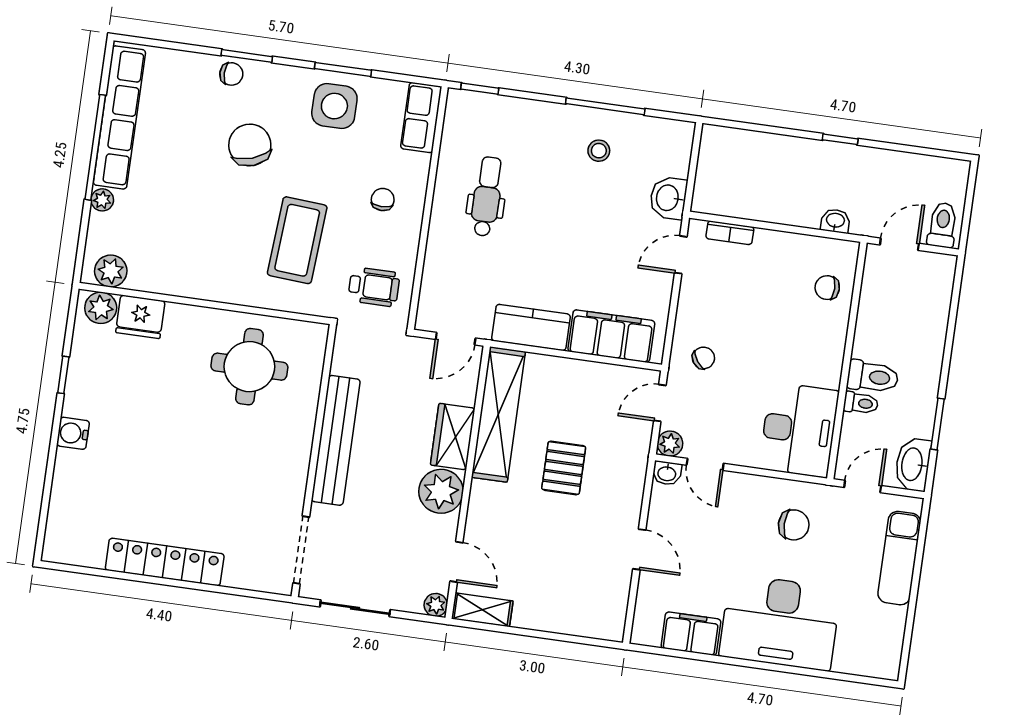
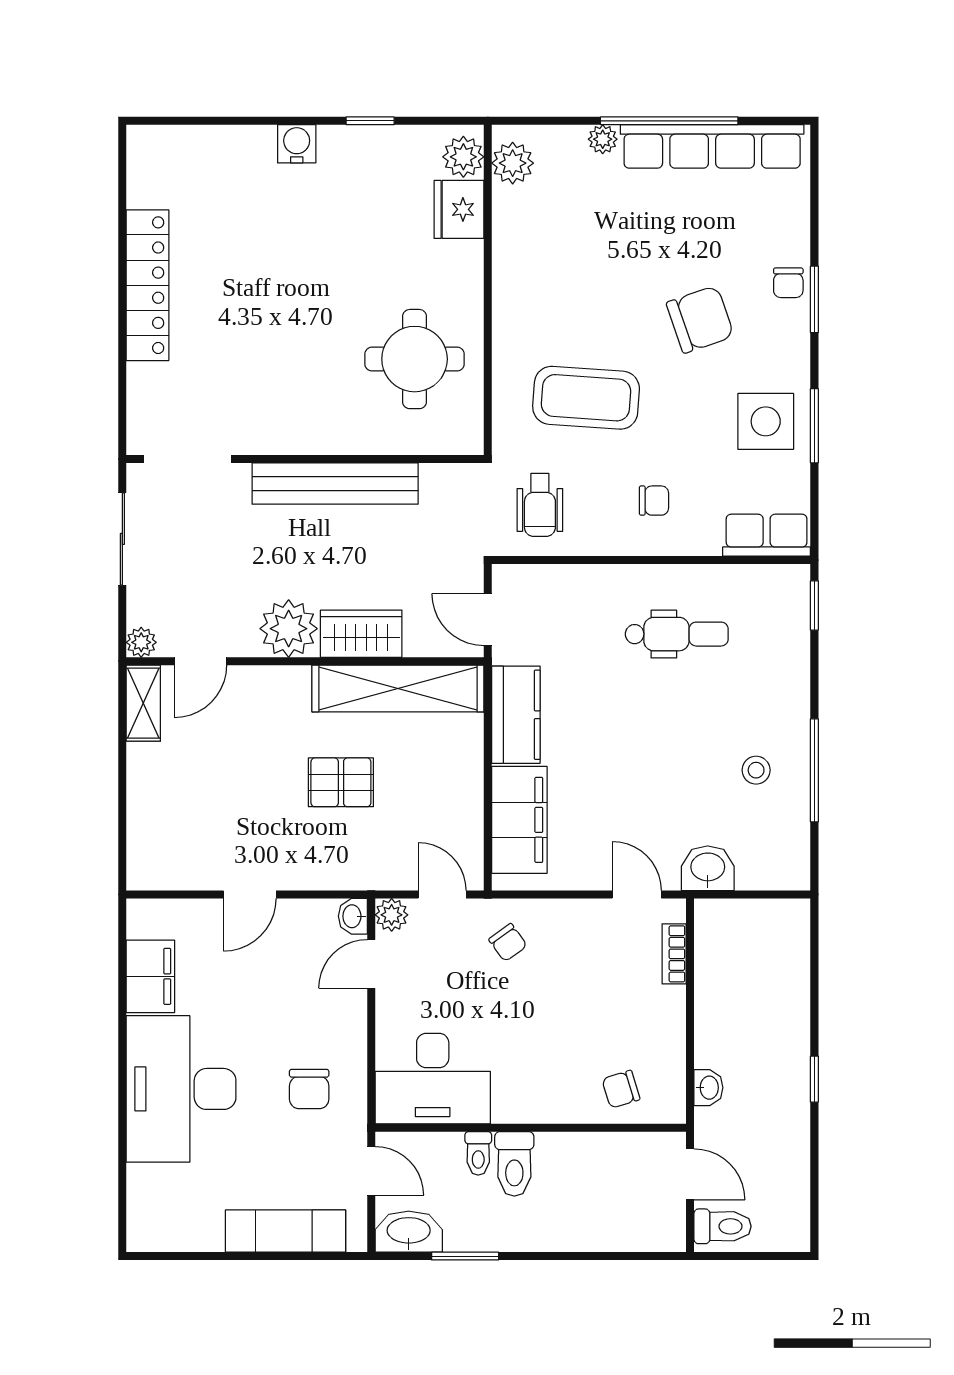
chair: (827, 288) -> (621, 1089), turned -107

